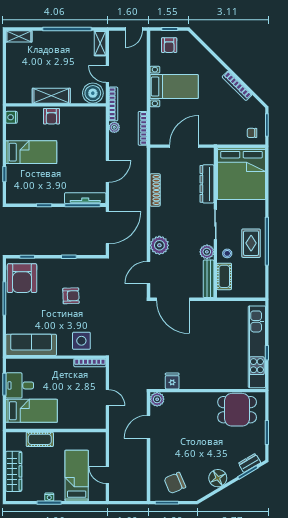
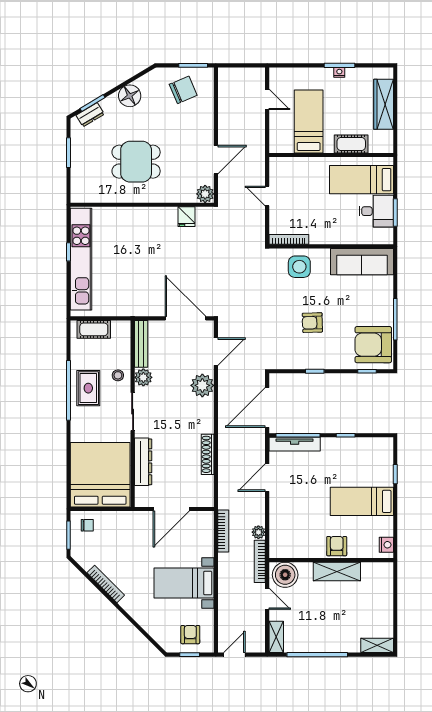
cot: (224, 276) -> (94, 329), moved, turned 90
armchair: (22, 278) -> (373, 345), turned -90
dining table: (237, 410) -> (136, 162), moved
bed: (77, 476) -> (309, 122), moved, turned 180

